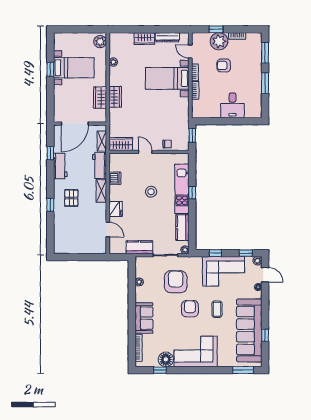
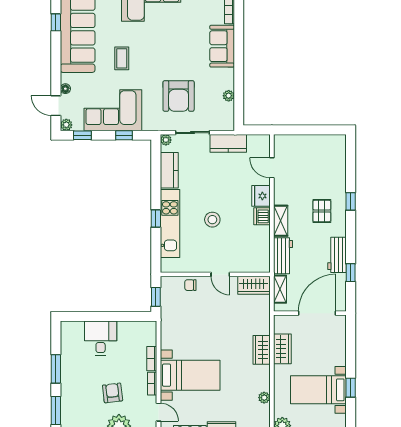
armchair: (224, 65) -> (113, 393), turned -97
dishwasher: (115, 178) -> (262, 216), moved
armchair: (190, 309) -> (159, 59), removed

